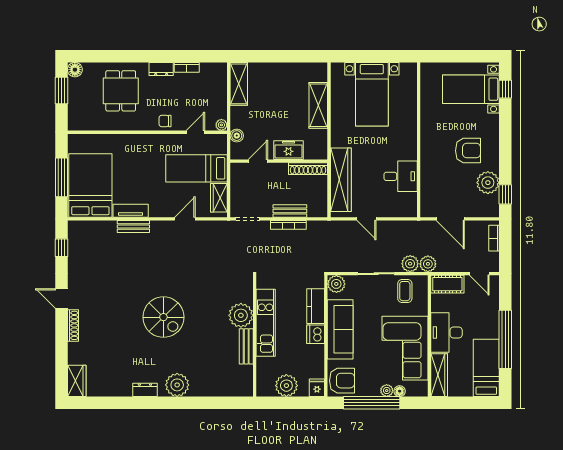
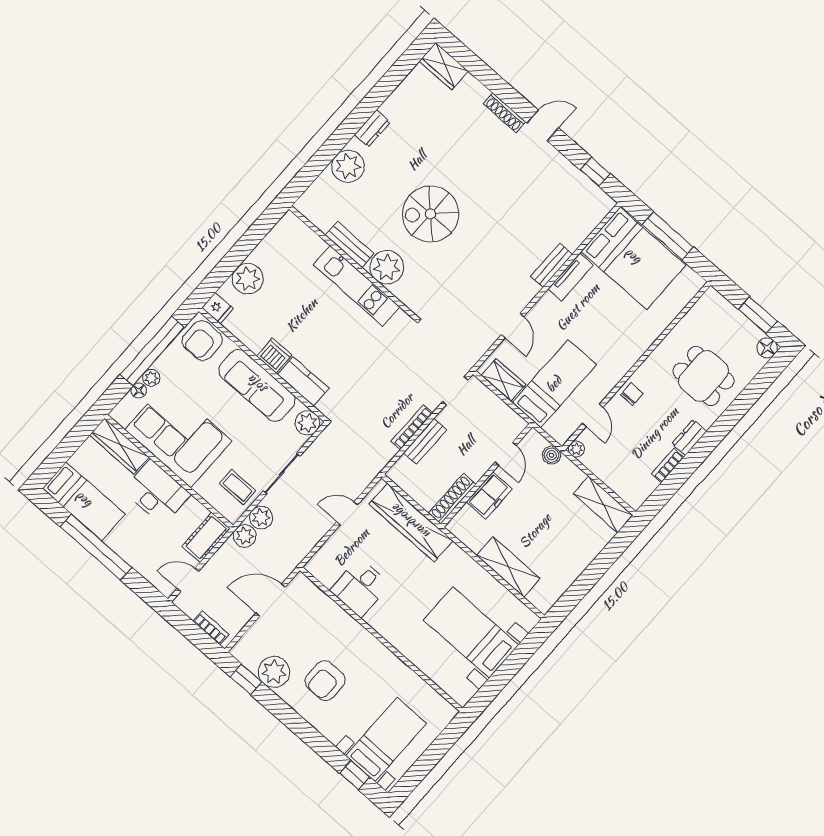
plant: (241, 315) -> (387, 267), moved
kitchen unit: (266, 323) -> (357, 286), moved
wall: (255, 336) -> (353, 263), moved
bench: (246, 346) -> (350, 244), moved

